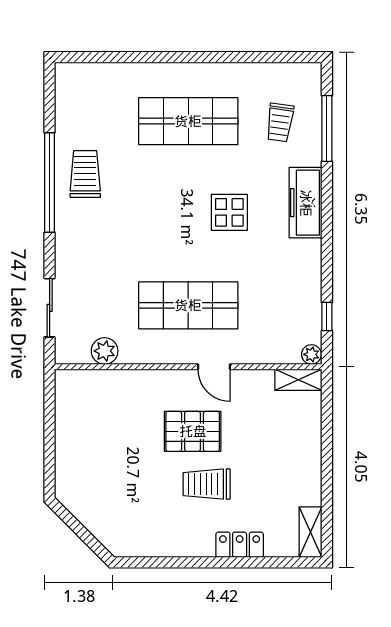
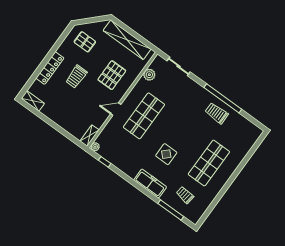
trolley: (85, 174) -> (217, 113), turned 180
pallet: (193, 431) -> (112, 75), moved
shelving: (70, 439) -> (127, 40), added
trolley: (207, 484) -> (76, 77), turned 180
pallet: (131, 515) -> (85, 42), added
locker: (240, 545) -> (50, 68), width x1.53

